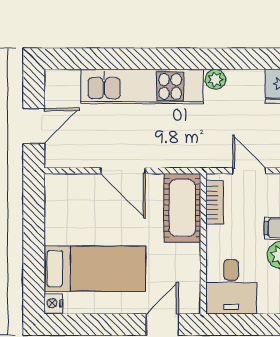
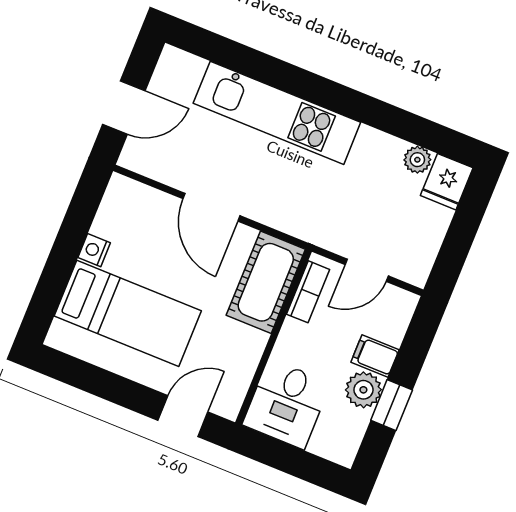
plant: (215, 79) -> (417, 160), moved
door: (249, 171) -> (367, 270), swing flipped
nightstand: (53, 303) -> (94, 250), moved

